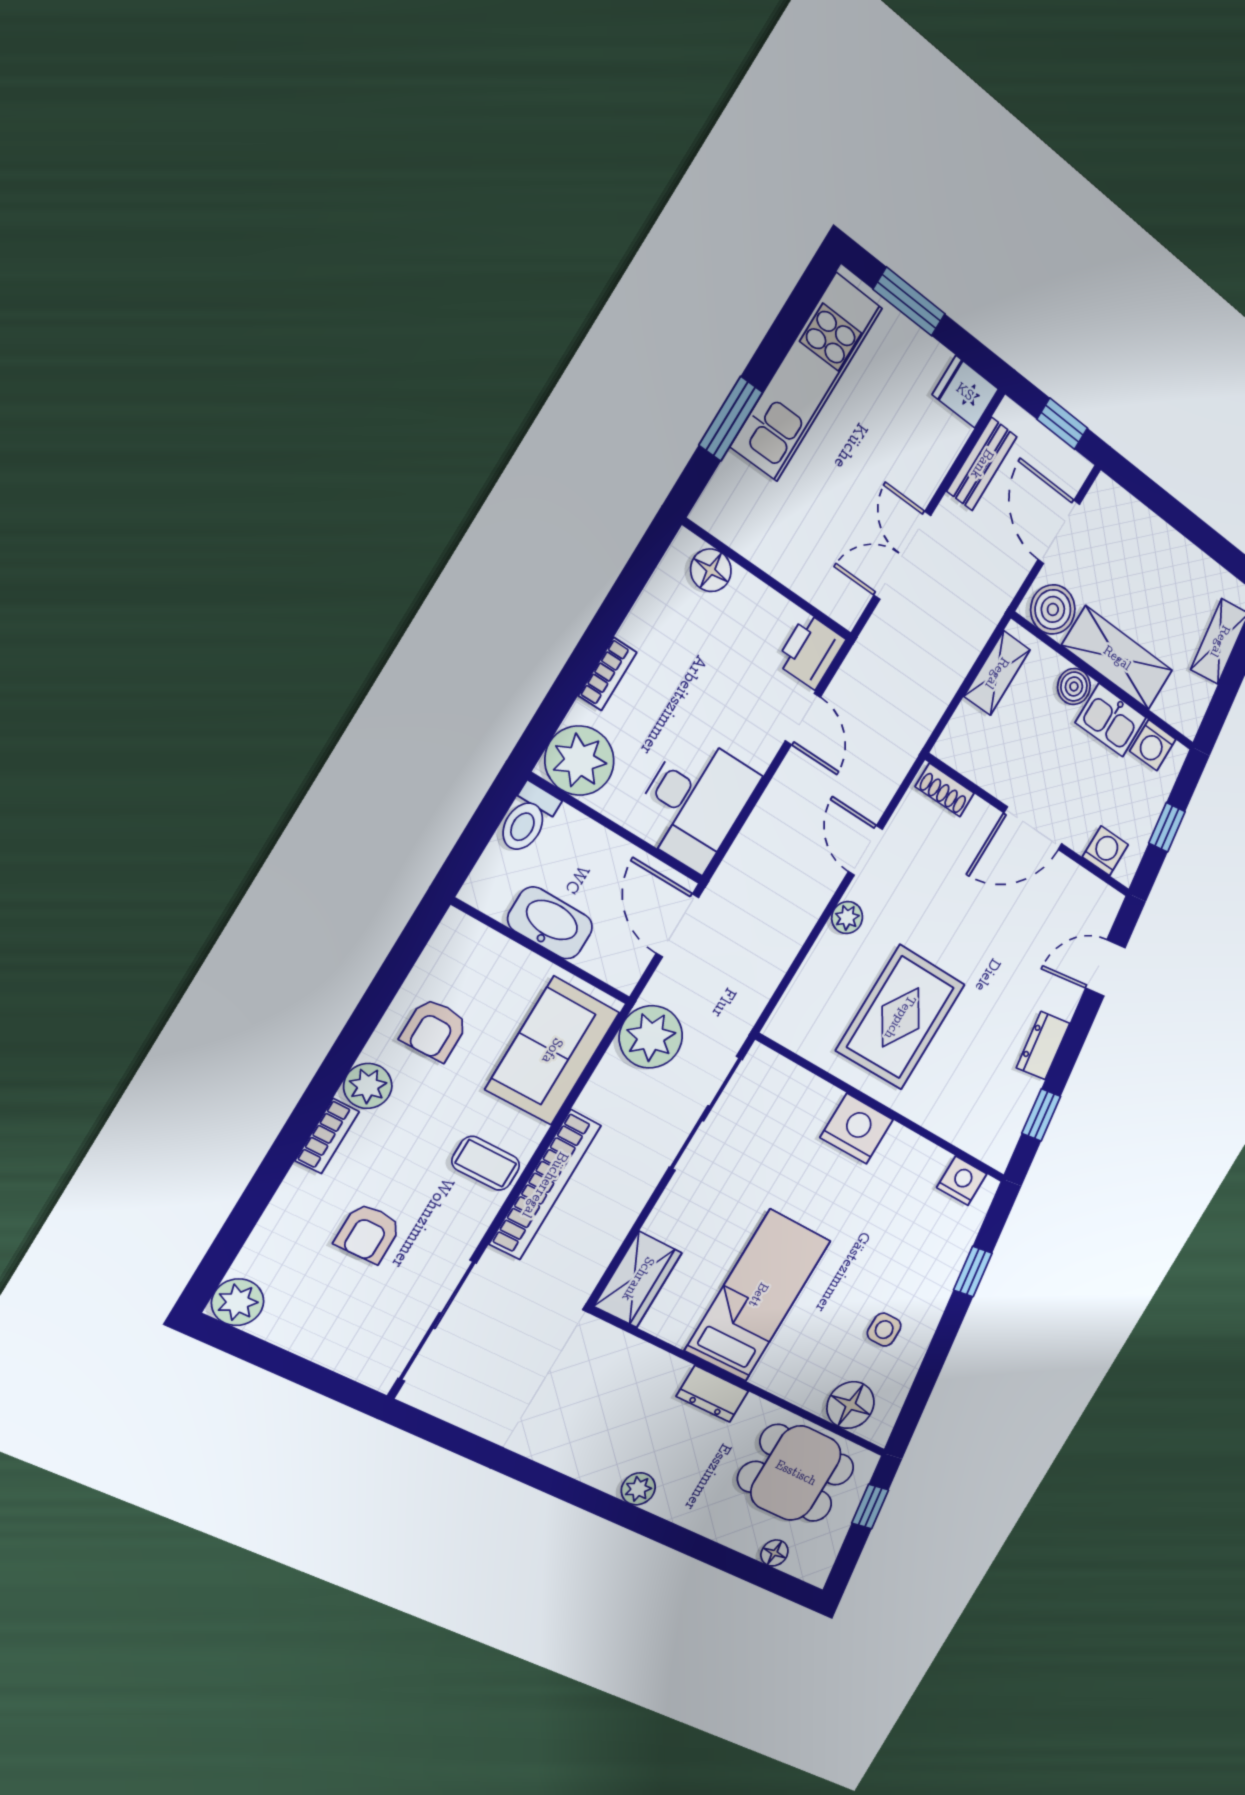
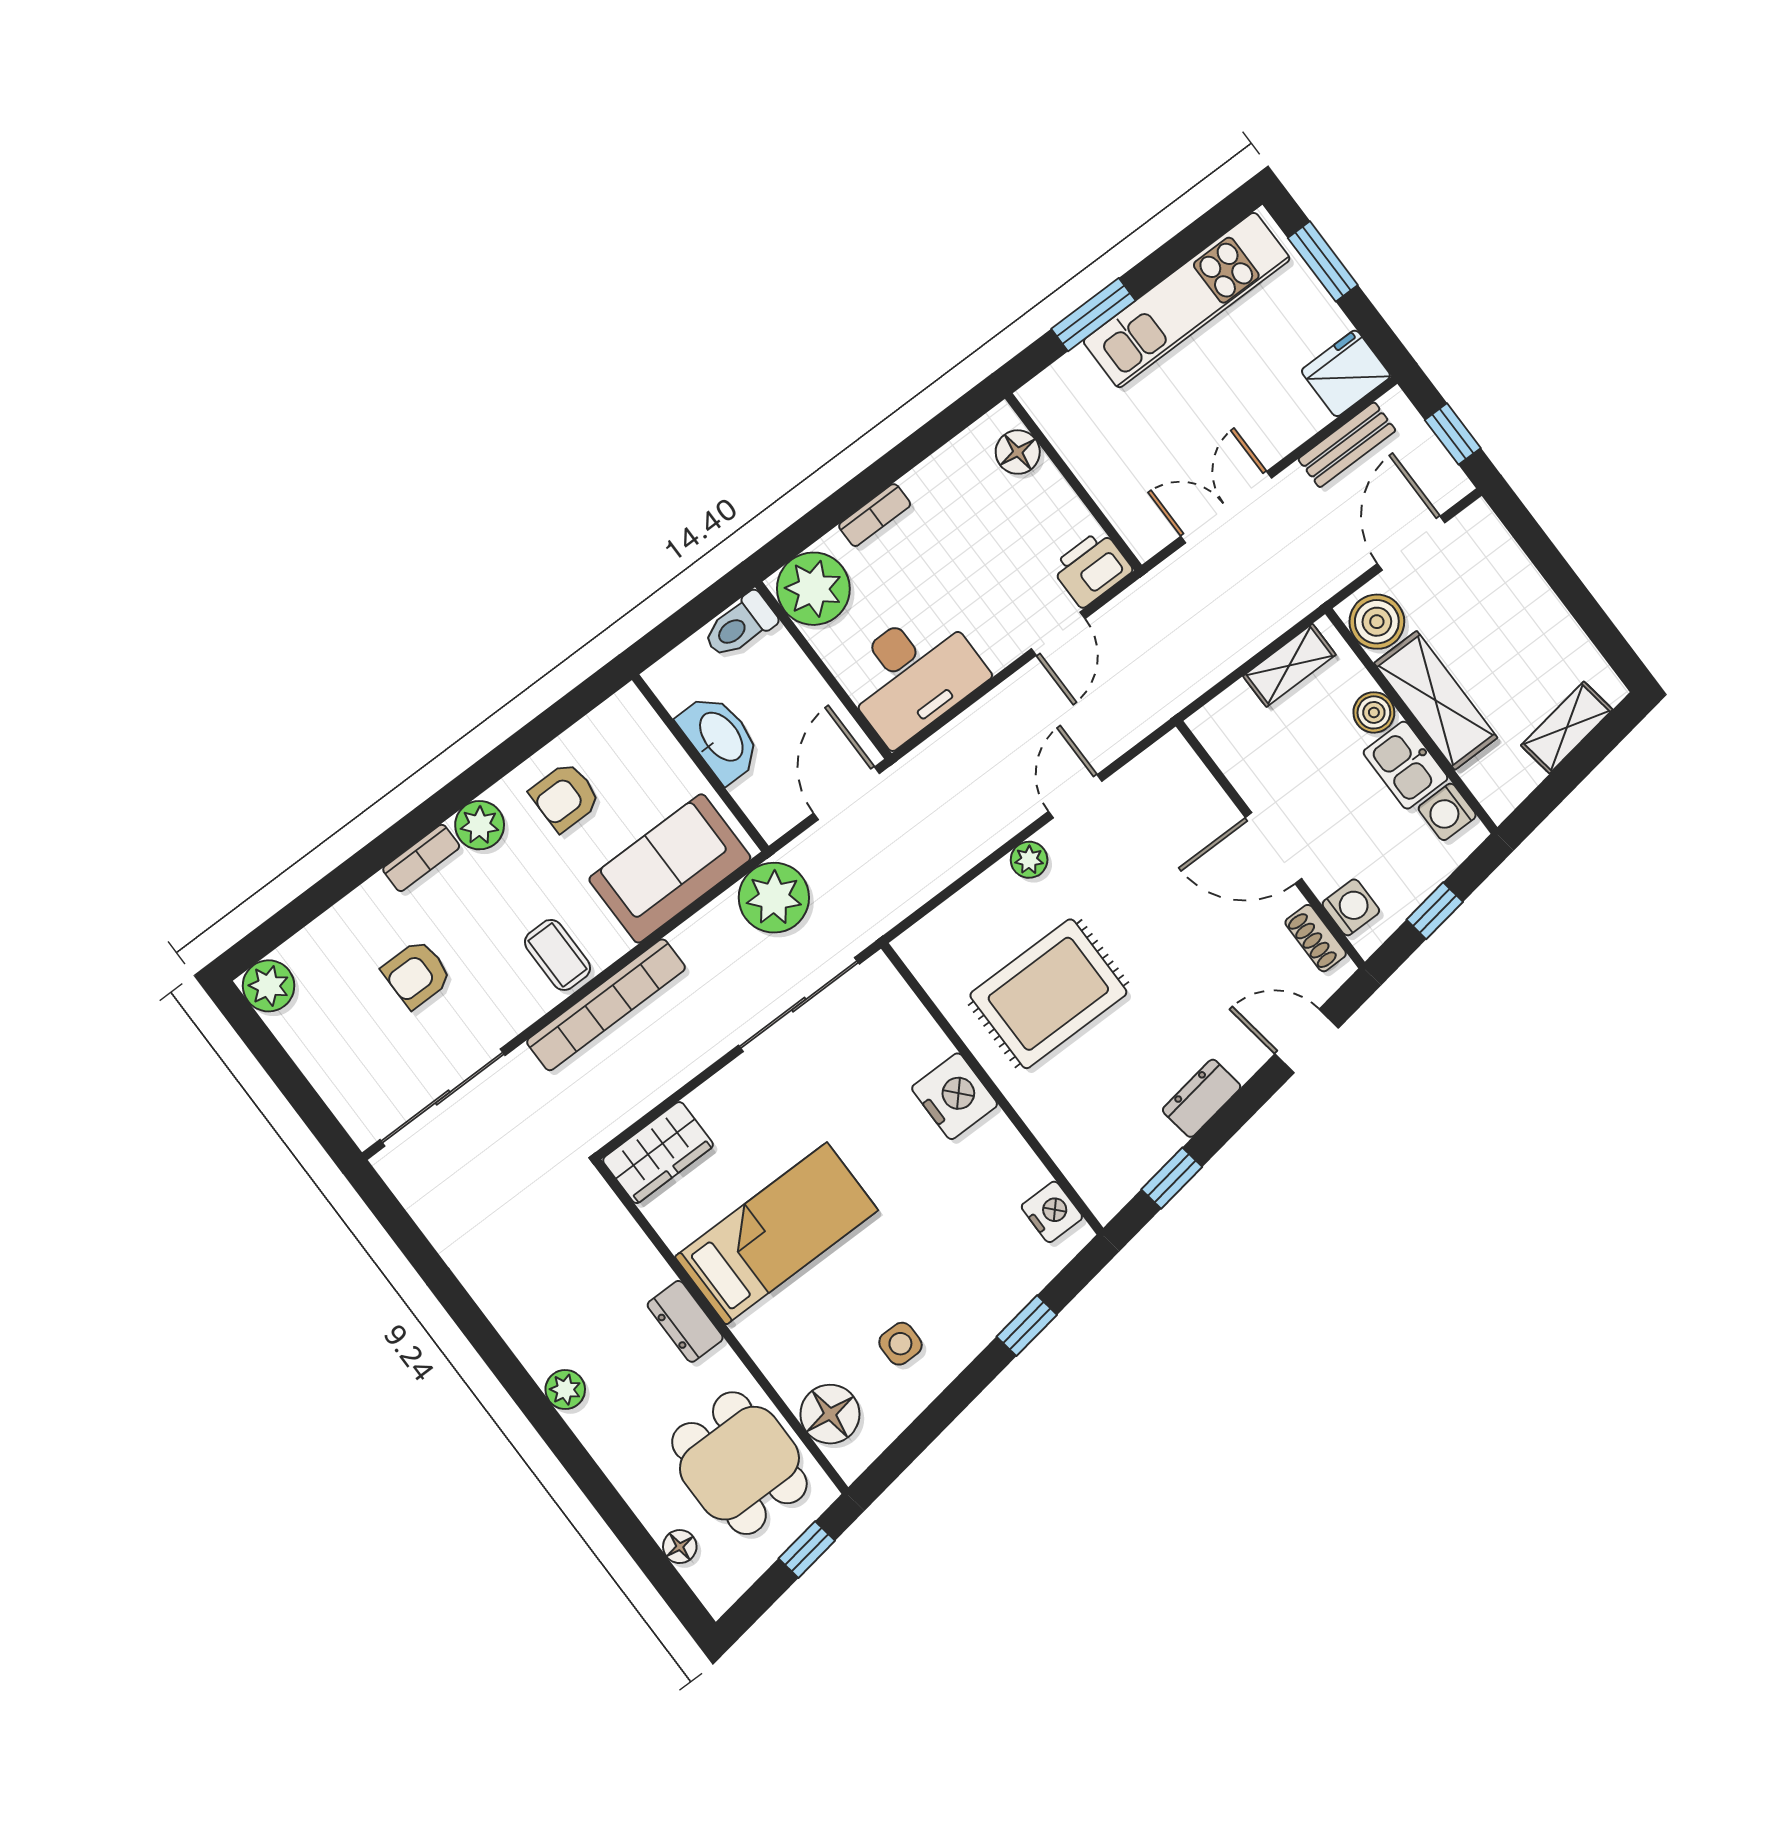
fridge: (965, 392) -> (1346, 373), width x1.38
shoe rack: (945, 790) -> (1316, 938), moved

